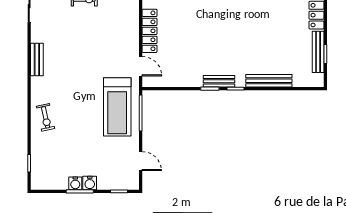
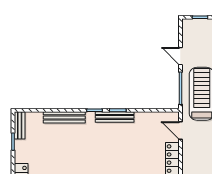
bench: (318, 52) -> (20, 125), moved, width x0.73
bench: (219, 81) -> (115, 117), width x1.36
door: (141, 161) -> (180, 56), moved

